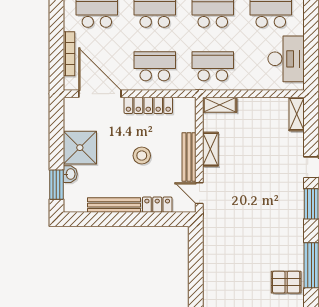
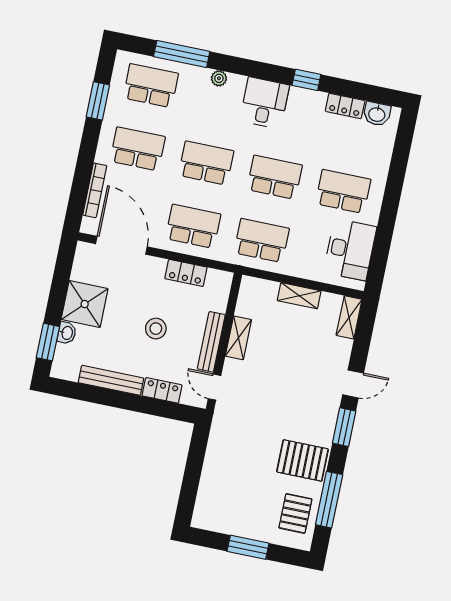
locker: (148, 105) -> (186, 273), width x0.66
shelving: (220, 105) -> (299, 296), moved
pallet: (283, 238) -> (302, 460), added
pallet: (286, 282) -> (295, 513), turned 90

